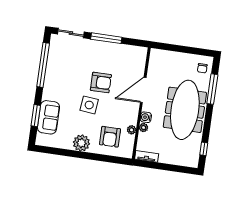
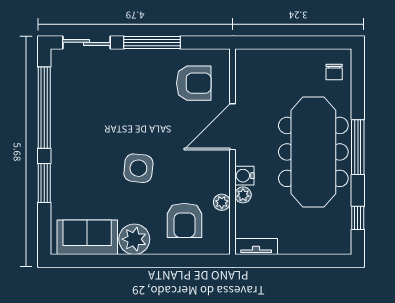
armchair: (101, 82) -> (194, 83), moved
window: (212, 89) -> (358, 147), moved
window: (36, 116) -> (44, 183), moved
sofa: (48, 117) -> (87, 237), moved, turned -90

